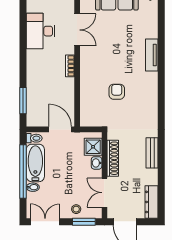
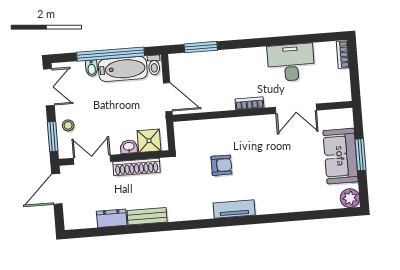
tv unit: (152, 55) -> (234, 209), moved
door: (60, 129) -> (168, 97), hinge flipped
dresser: (151, 202) -> (112, 218), moved, width x0.70

